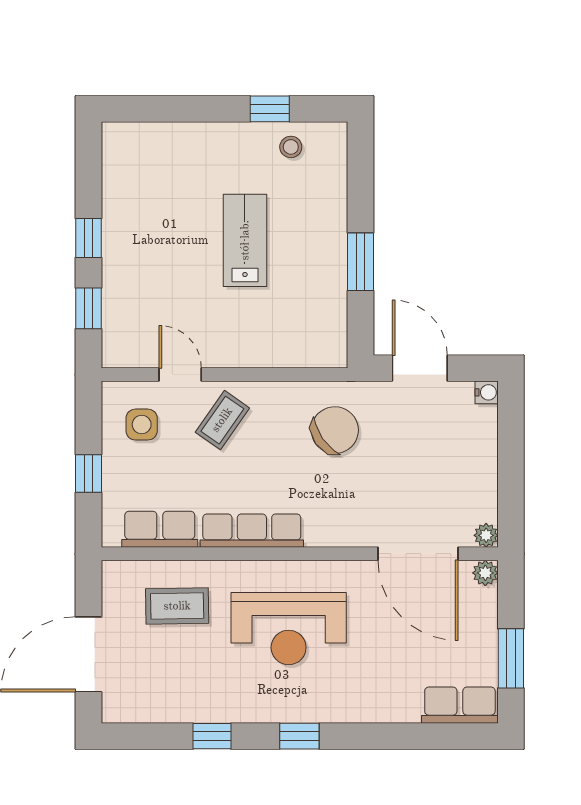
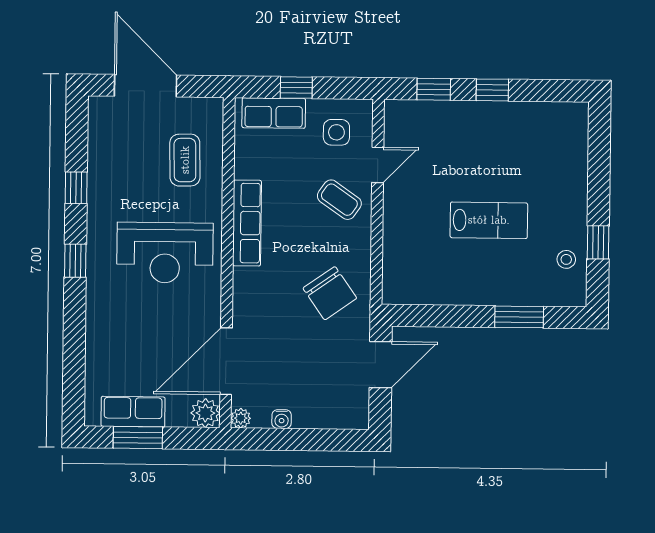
window: (360, 262) -> (519, 317), moved
water cooler: (487, 392) -> (282, 419), moved
row of seats: (160, 529) -> (274, 113), moved, turned 90
plant: (485, 573) -> (205, 413), width x1.38, depth x1.38
reception desk: (289, 629) -> (165, 253), turned -90
row of seats: (460, 705) -> (133, 412), moved, turned -90

